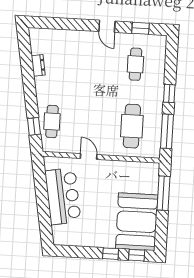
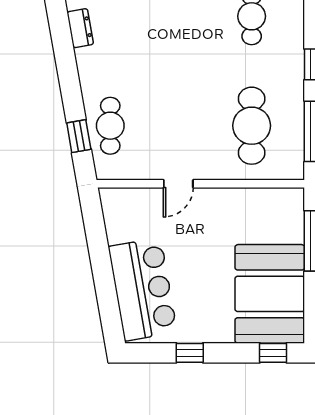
door: (89, 156) -> (178, 184), swing flipped
bar counter: (63, 196) -> (143, 289), moved
window: (111, 254) -> (190, 353), moved

